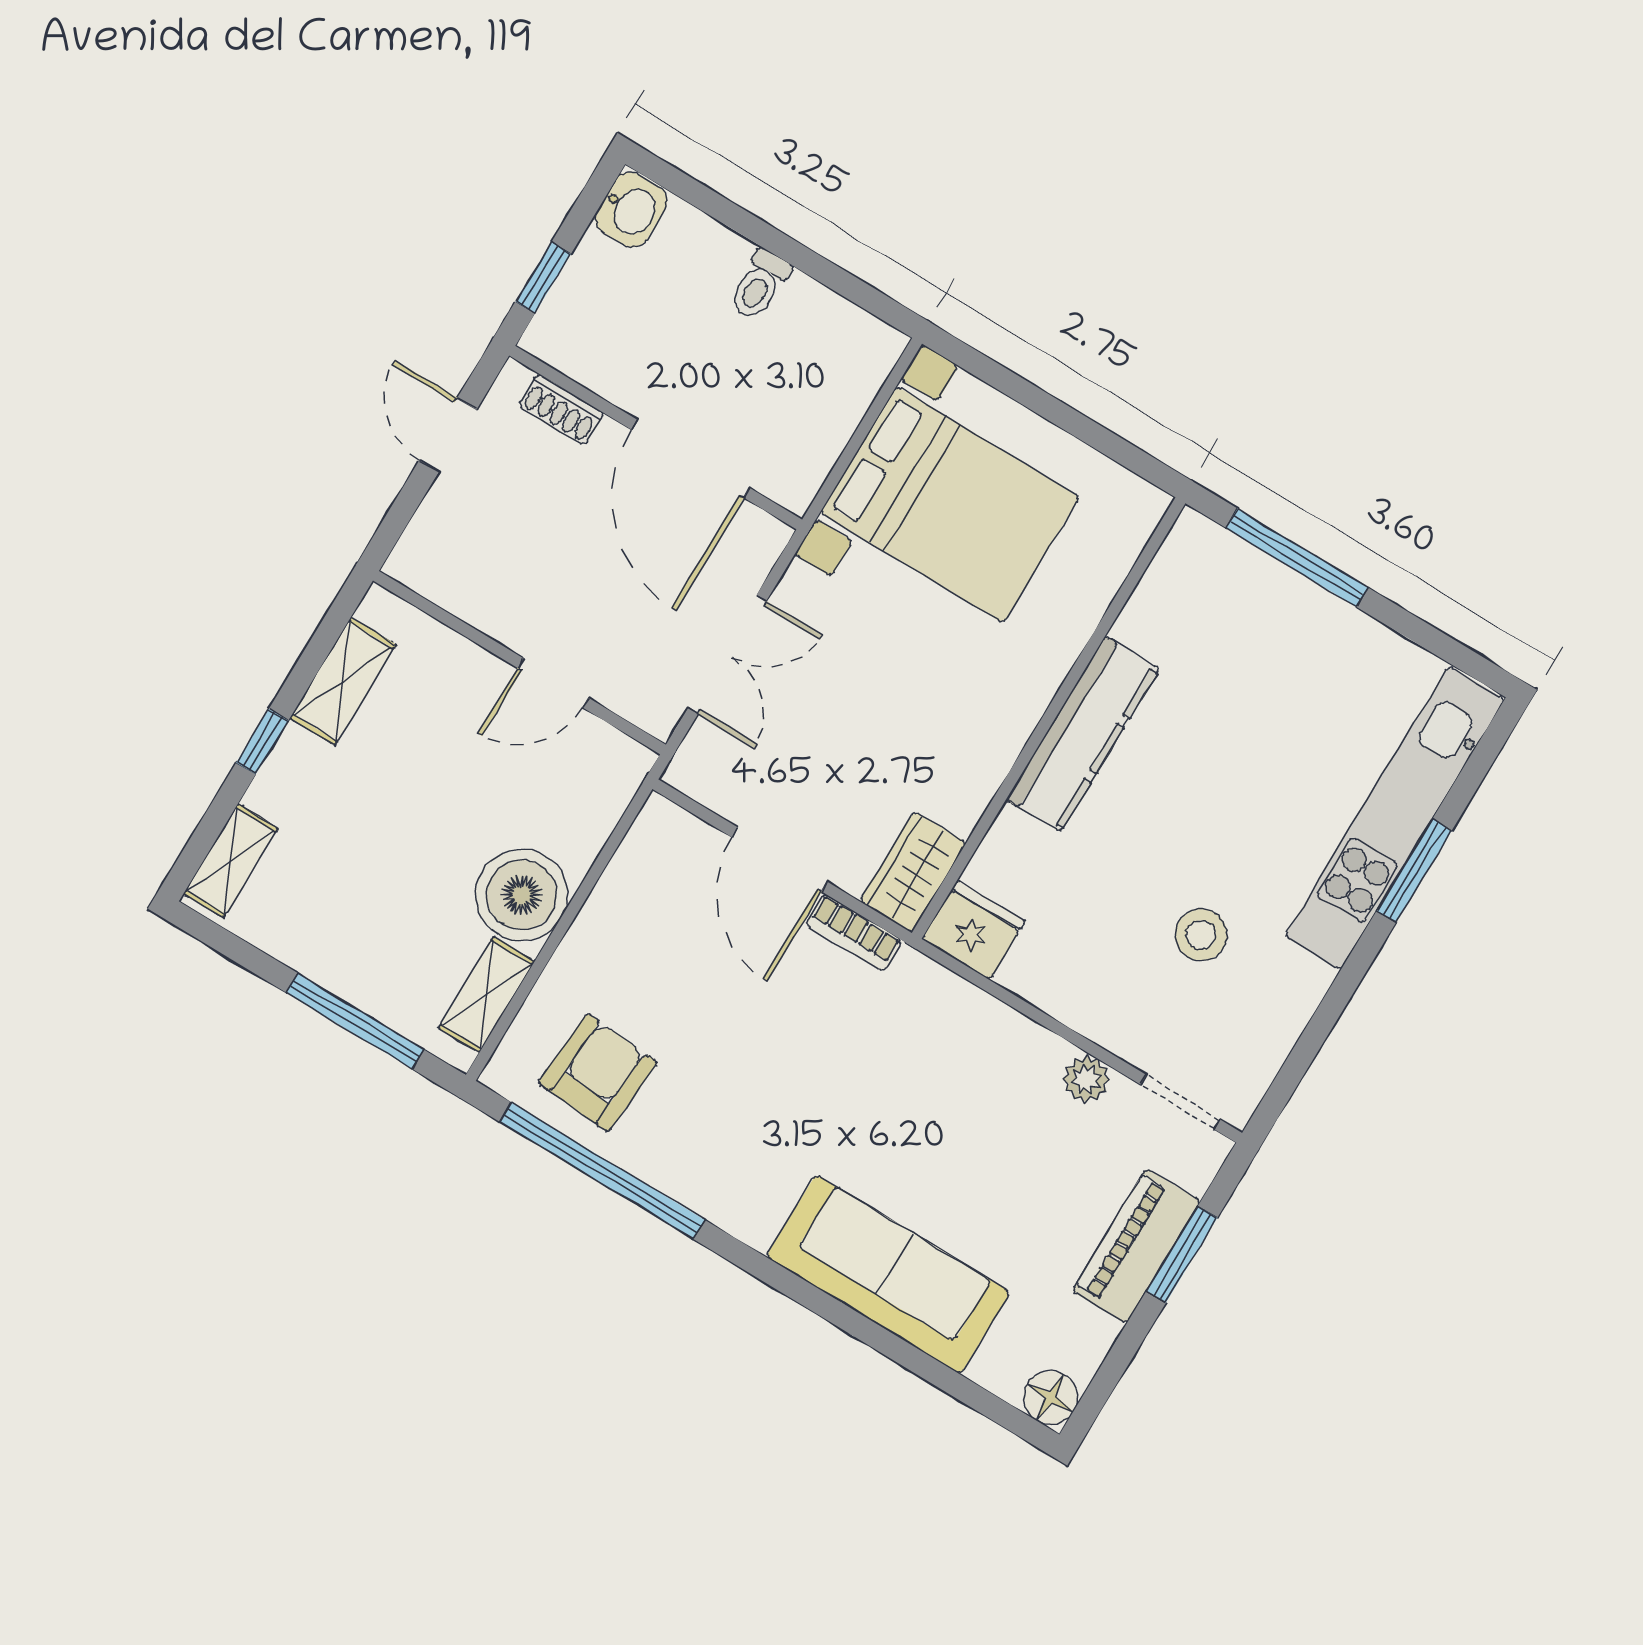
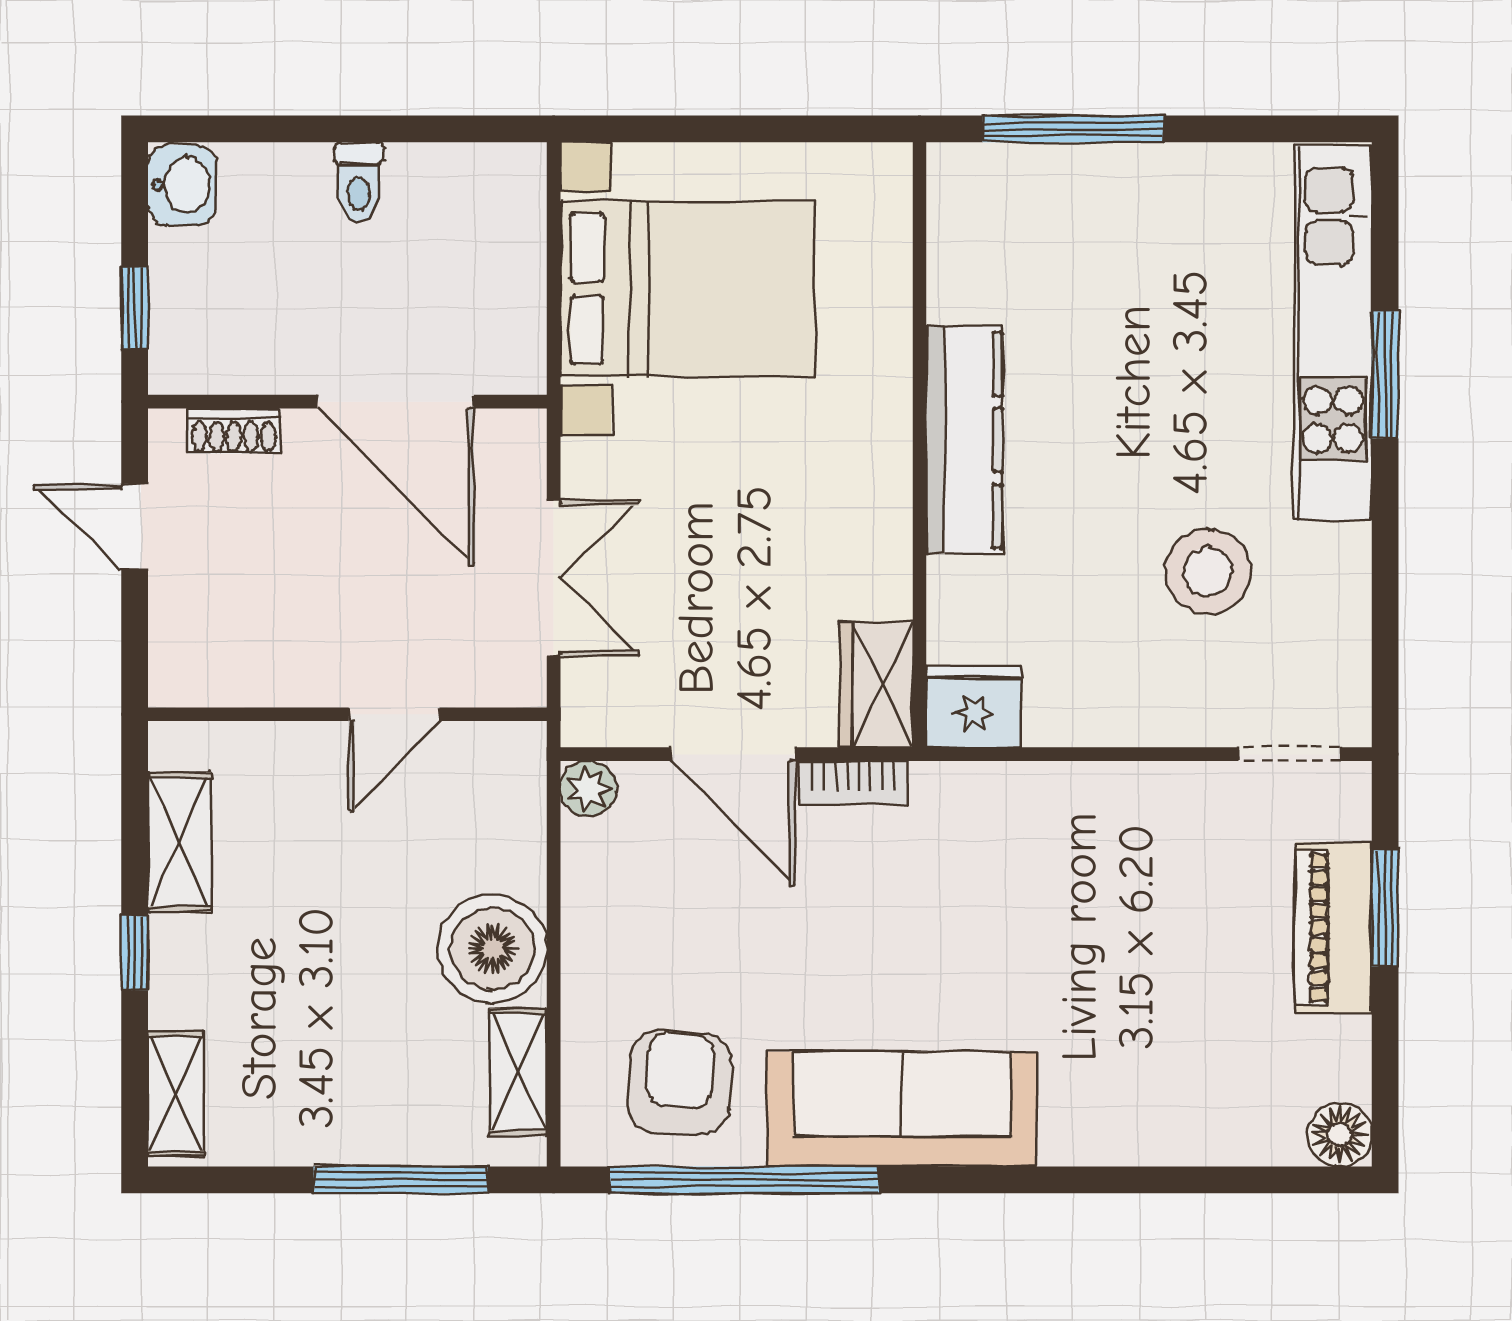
stool: (1201, 935) -> (1208, 571), width x1.38, depth x1.38
plant: (1086, 1079) -> (588, 789), moved
sofa: (888, 1274) -> (902, 1109), moved

